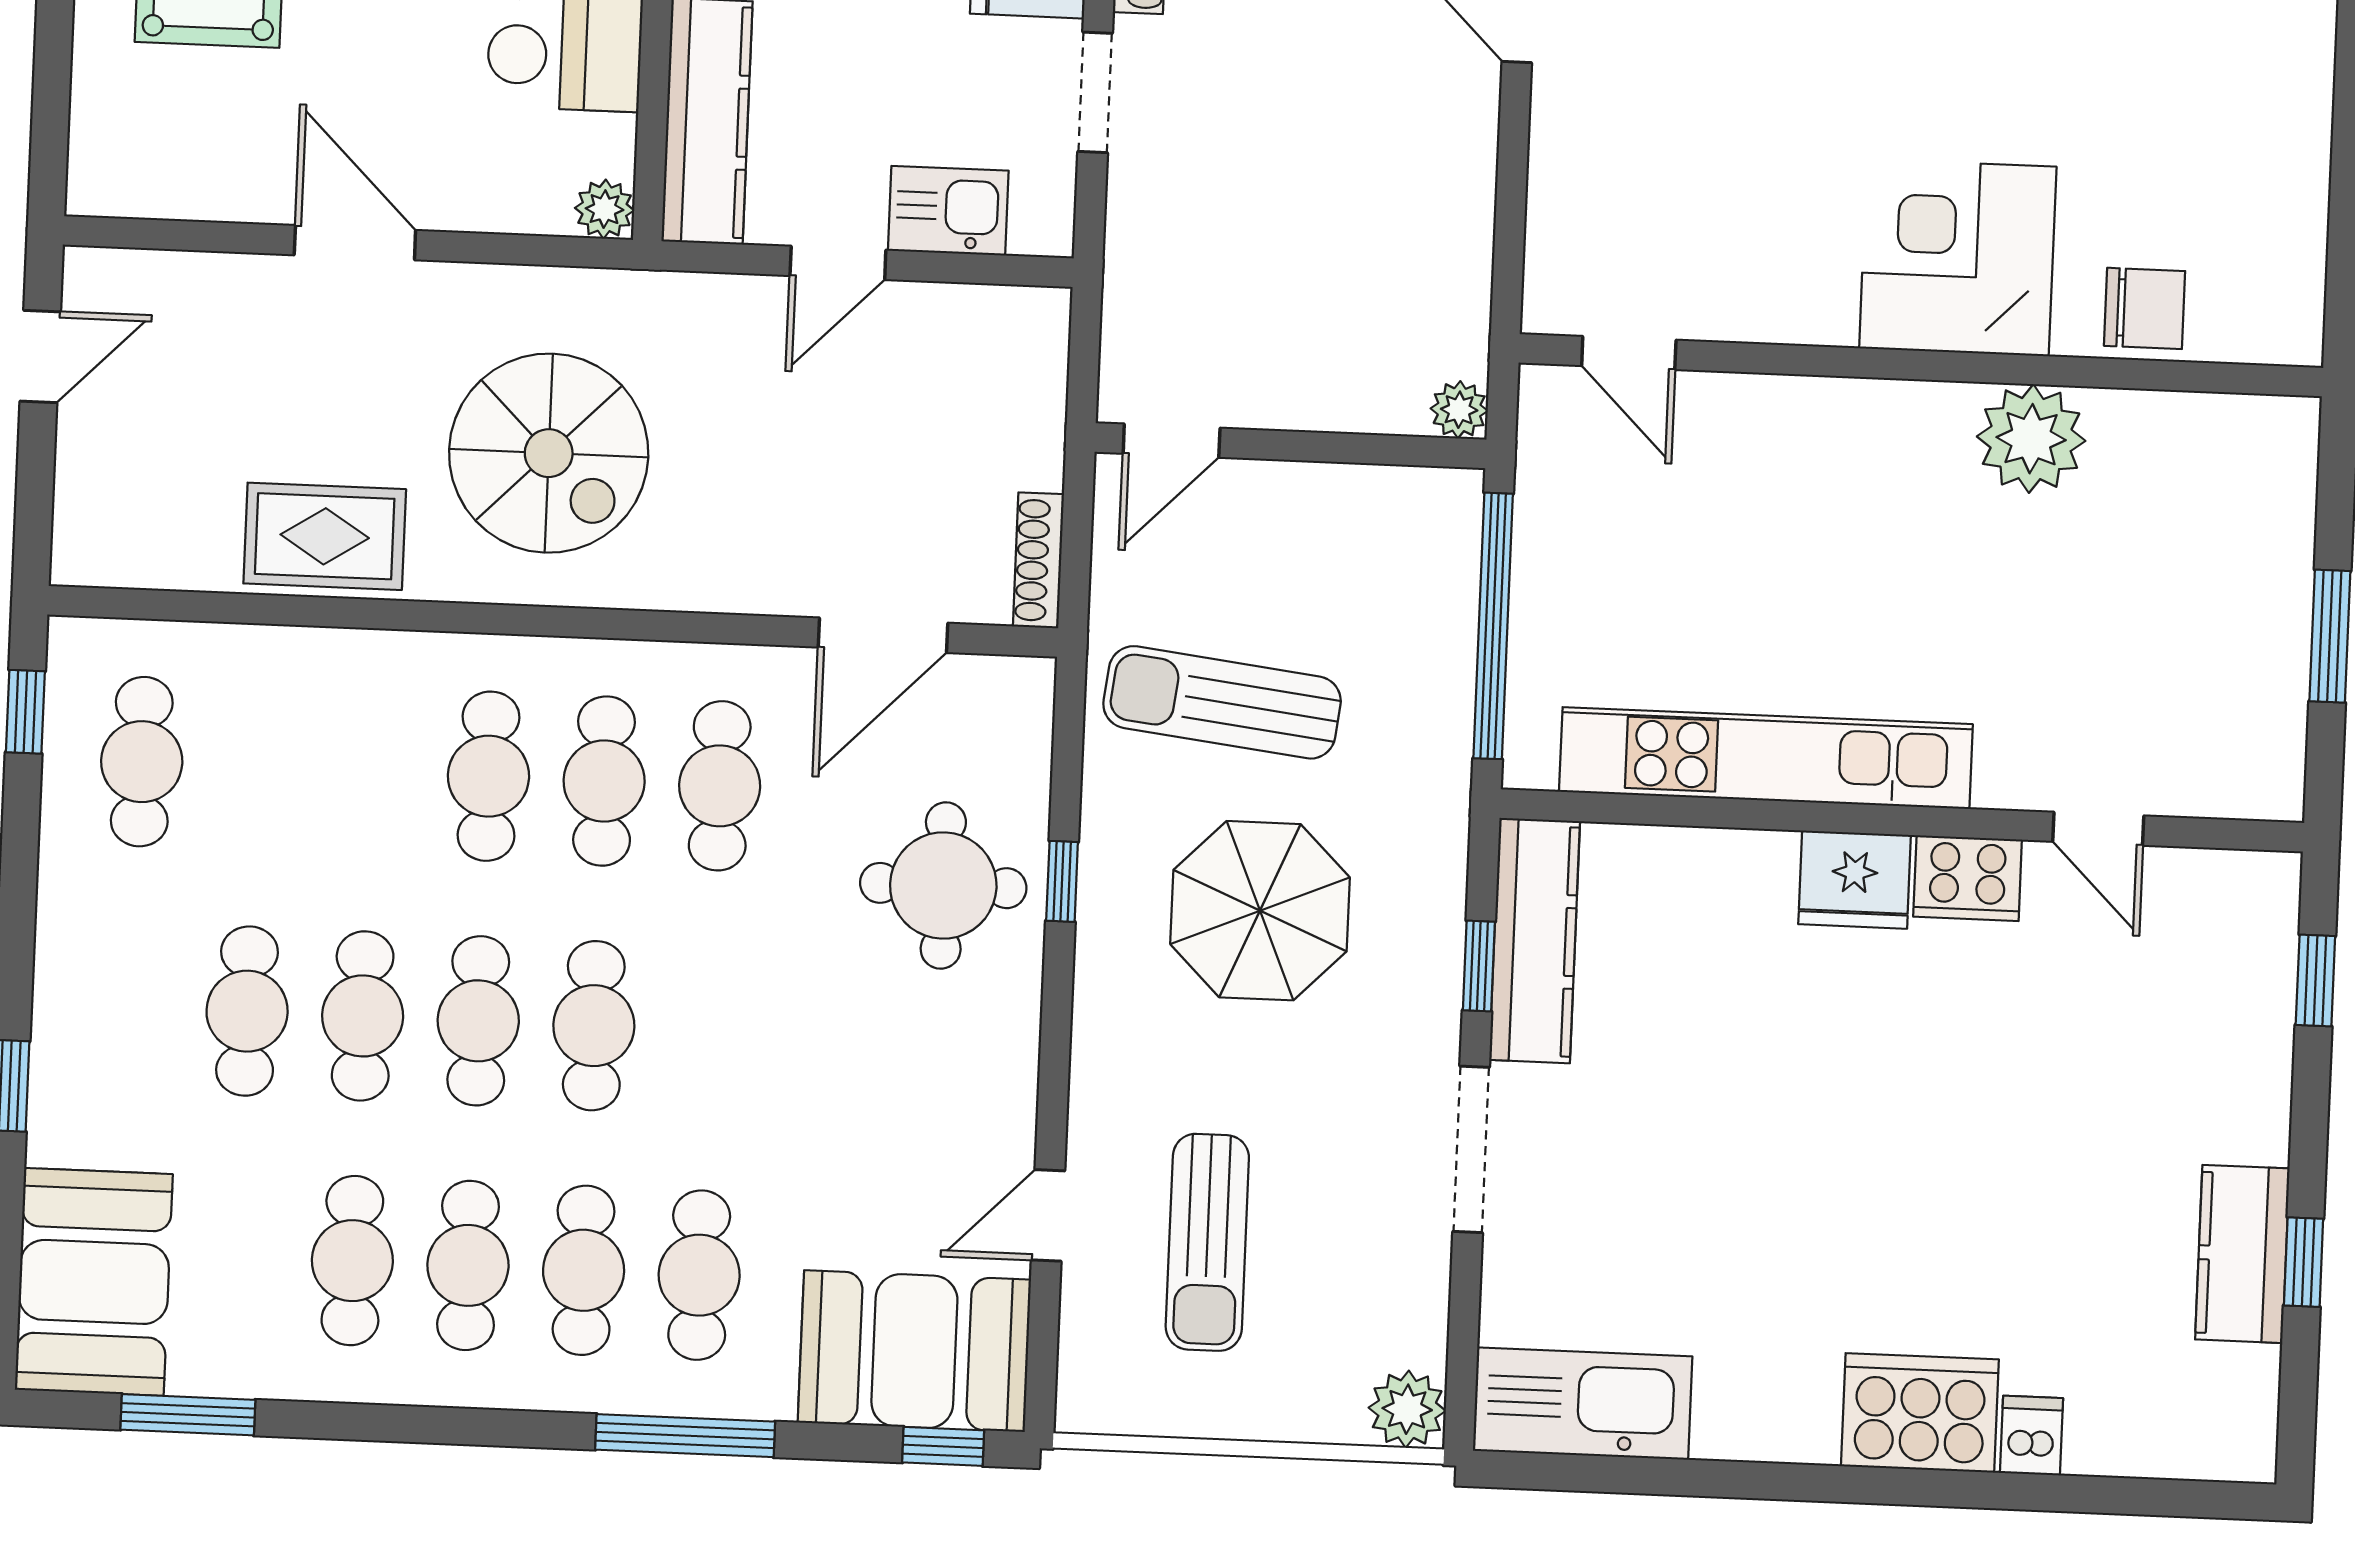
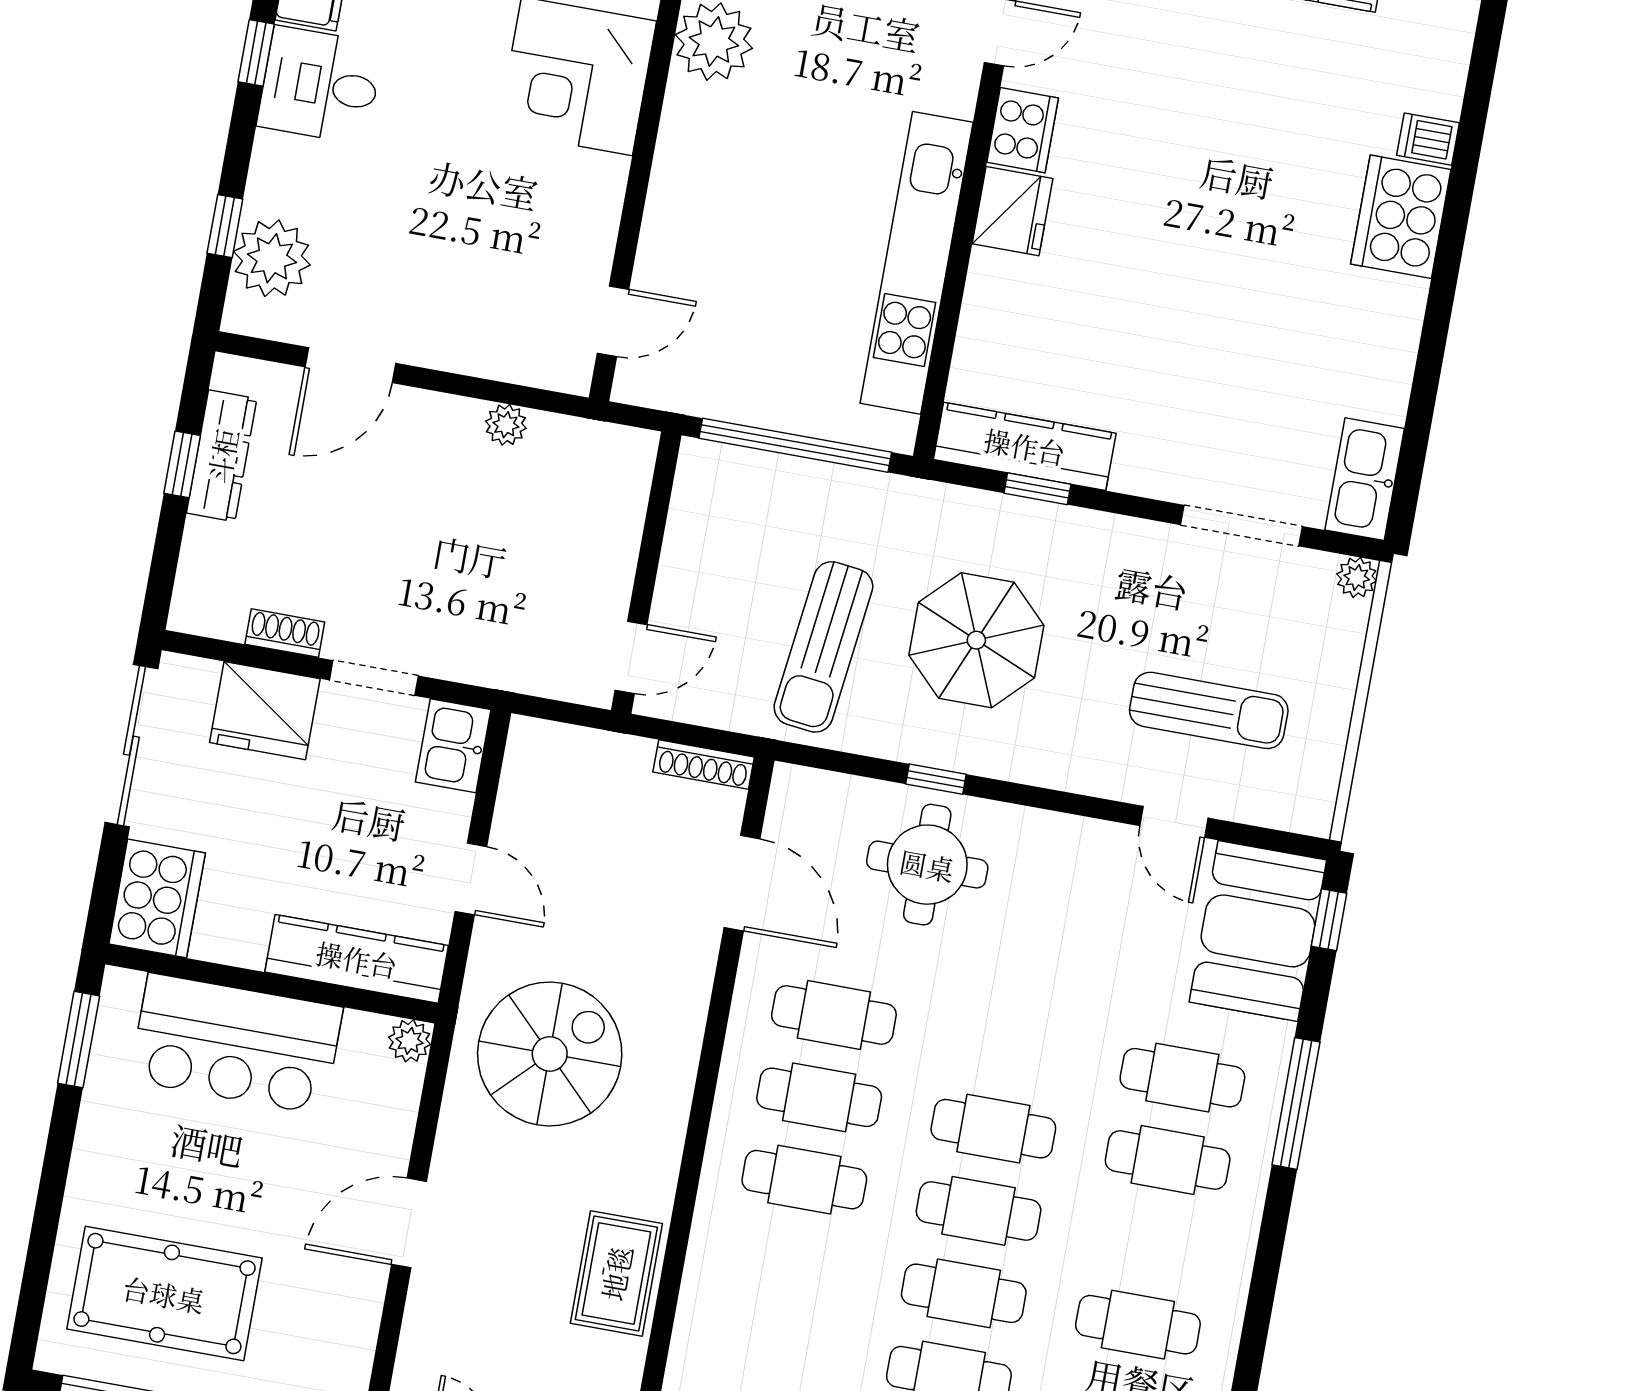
kitchen sink: (948, 211) -> (453, 746), moved
plant: (1459, 410) -> (506, 425), moved
door: (1172, 441) -> (631, 657), hinge flipped
spiral stairs: (549, 453) -> (550, 1054), moved
doorway: (1471, 1149) -> (1242, 526), moved
cafe table: (468, 1265) -> (1153, 1242), removed
kitchen sink: (1583, 1404) -> (1365, 479), width x0.73, depth x0.81
plant: (1407, 1409) -> (1357, 577), width x0.73, depth x0.73

